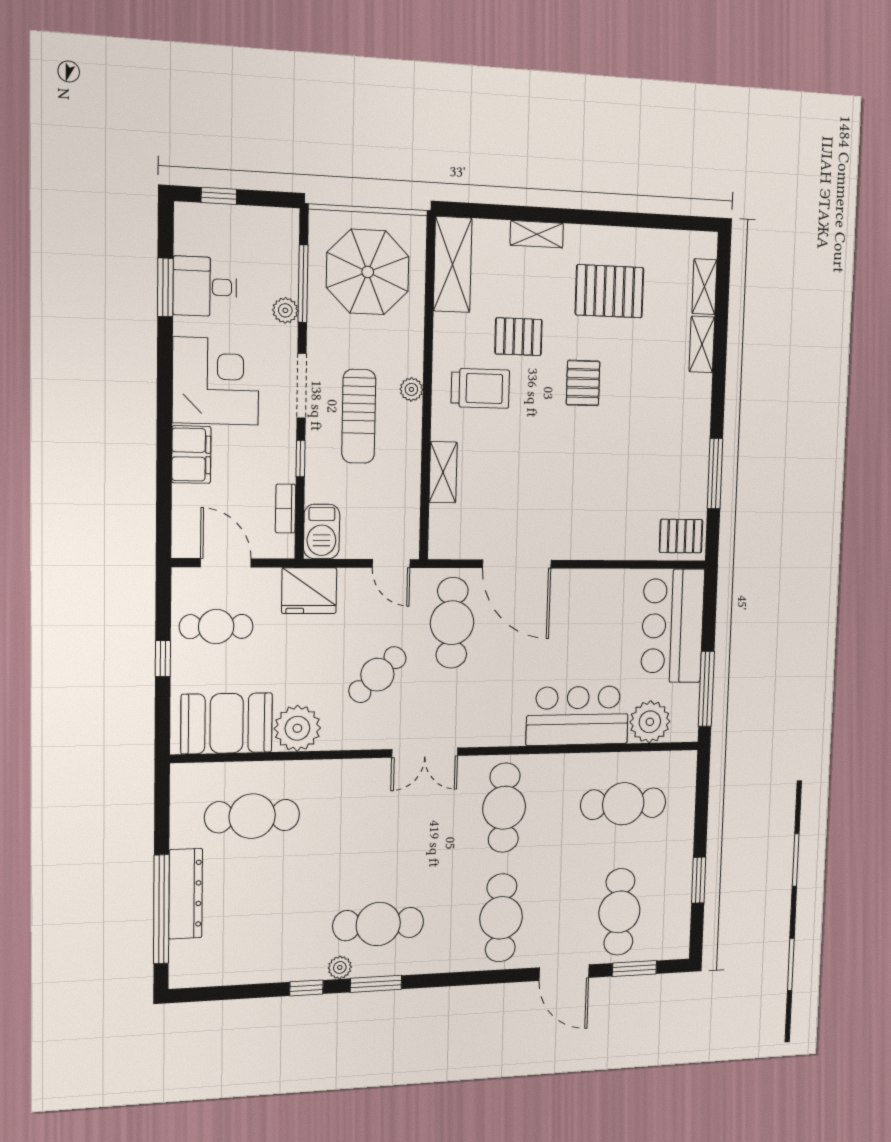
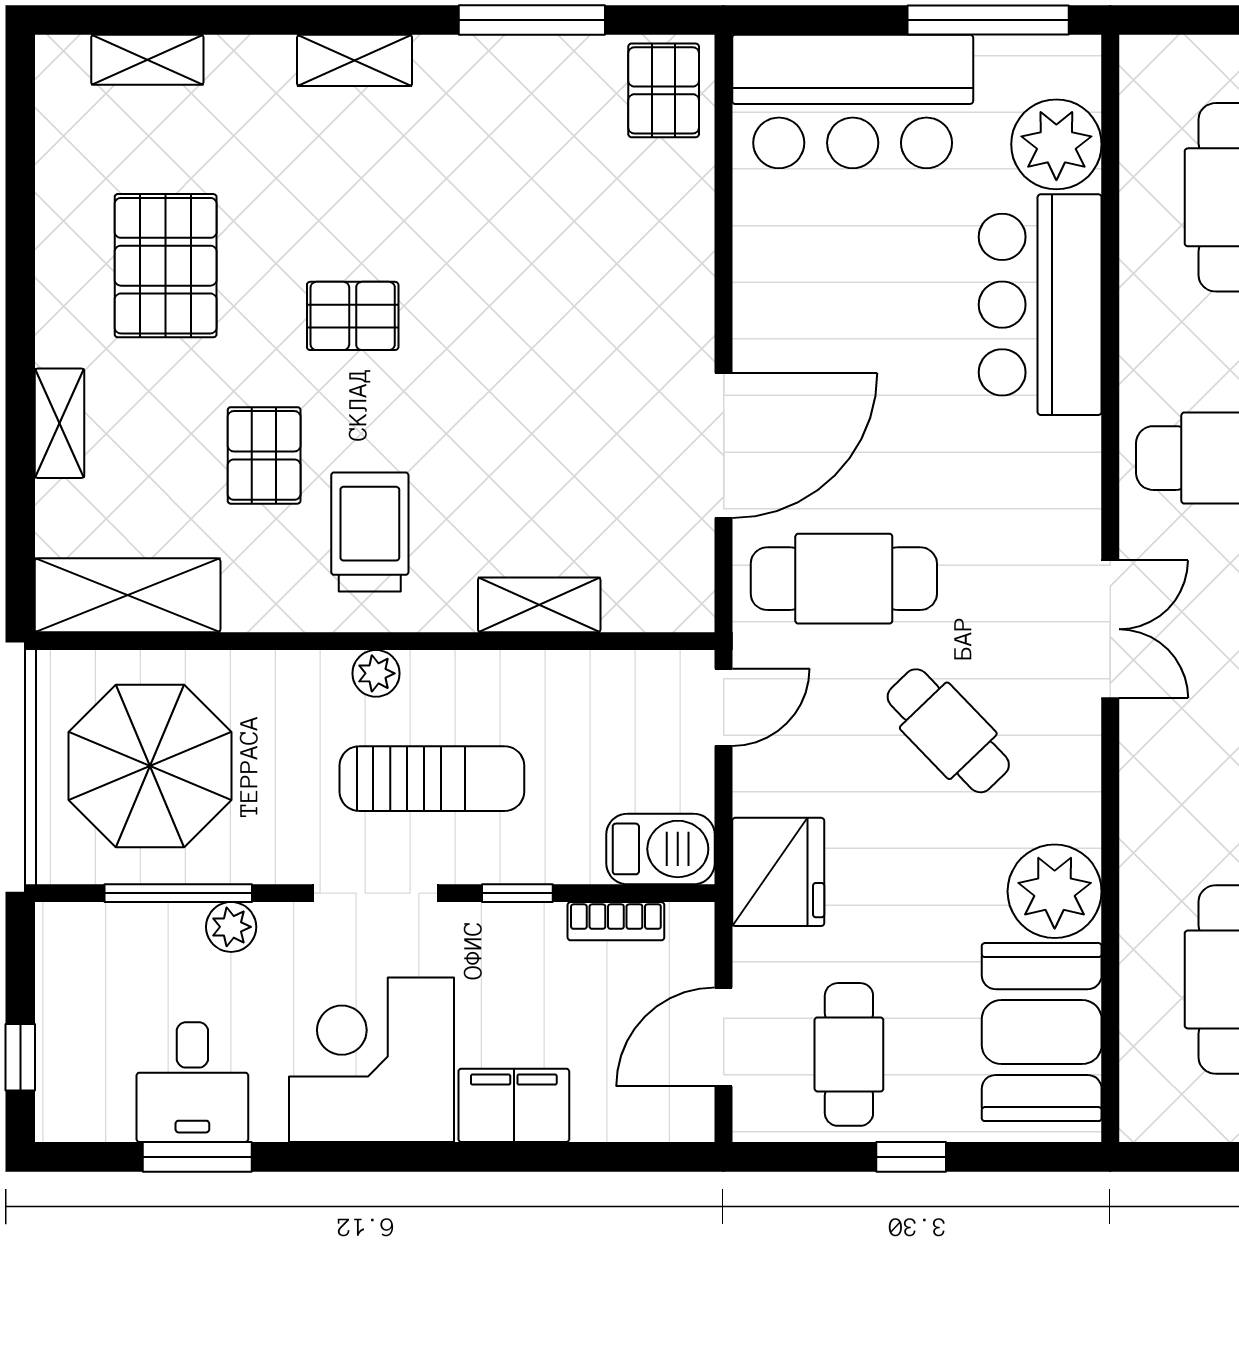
shelving: (702, 344) -> (355, 60), moved

